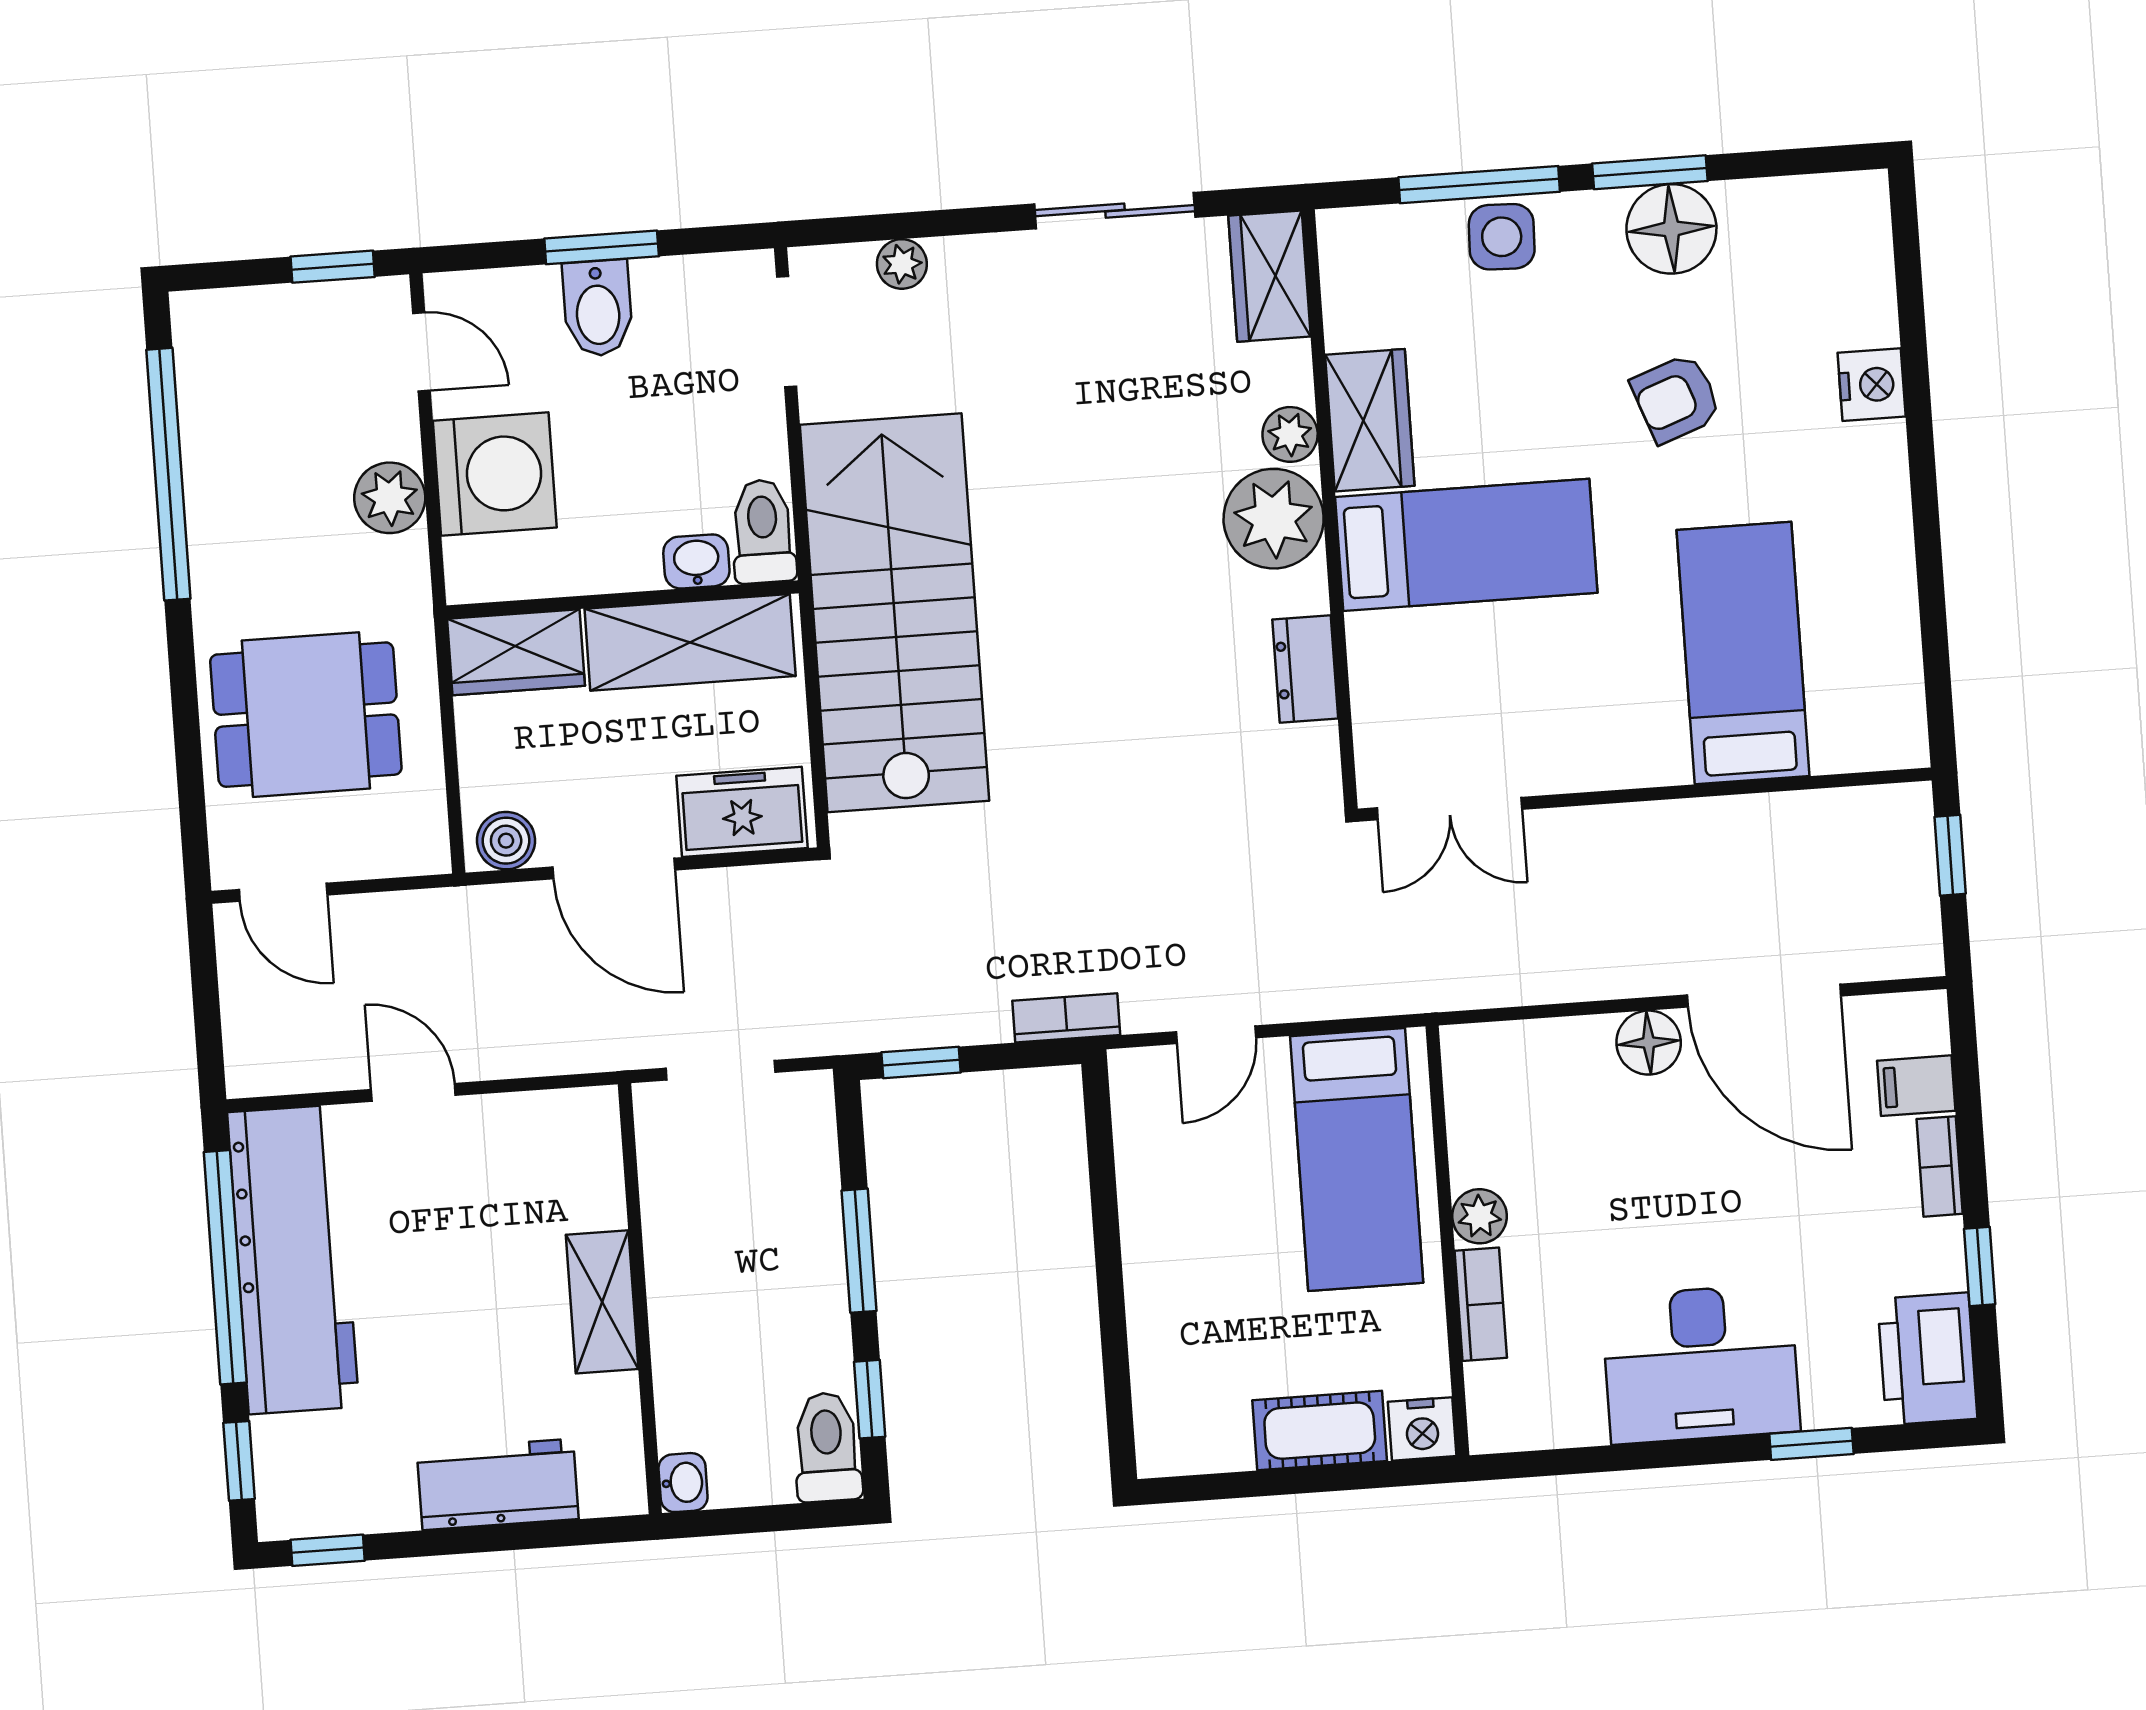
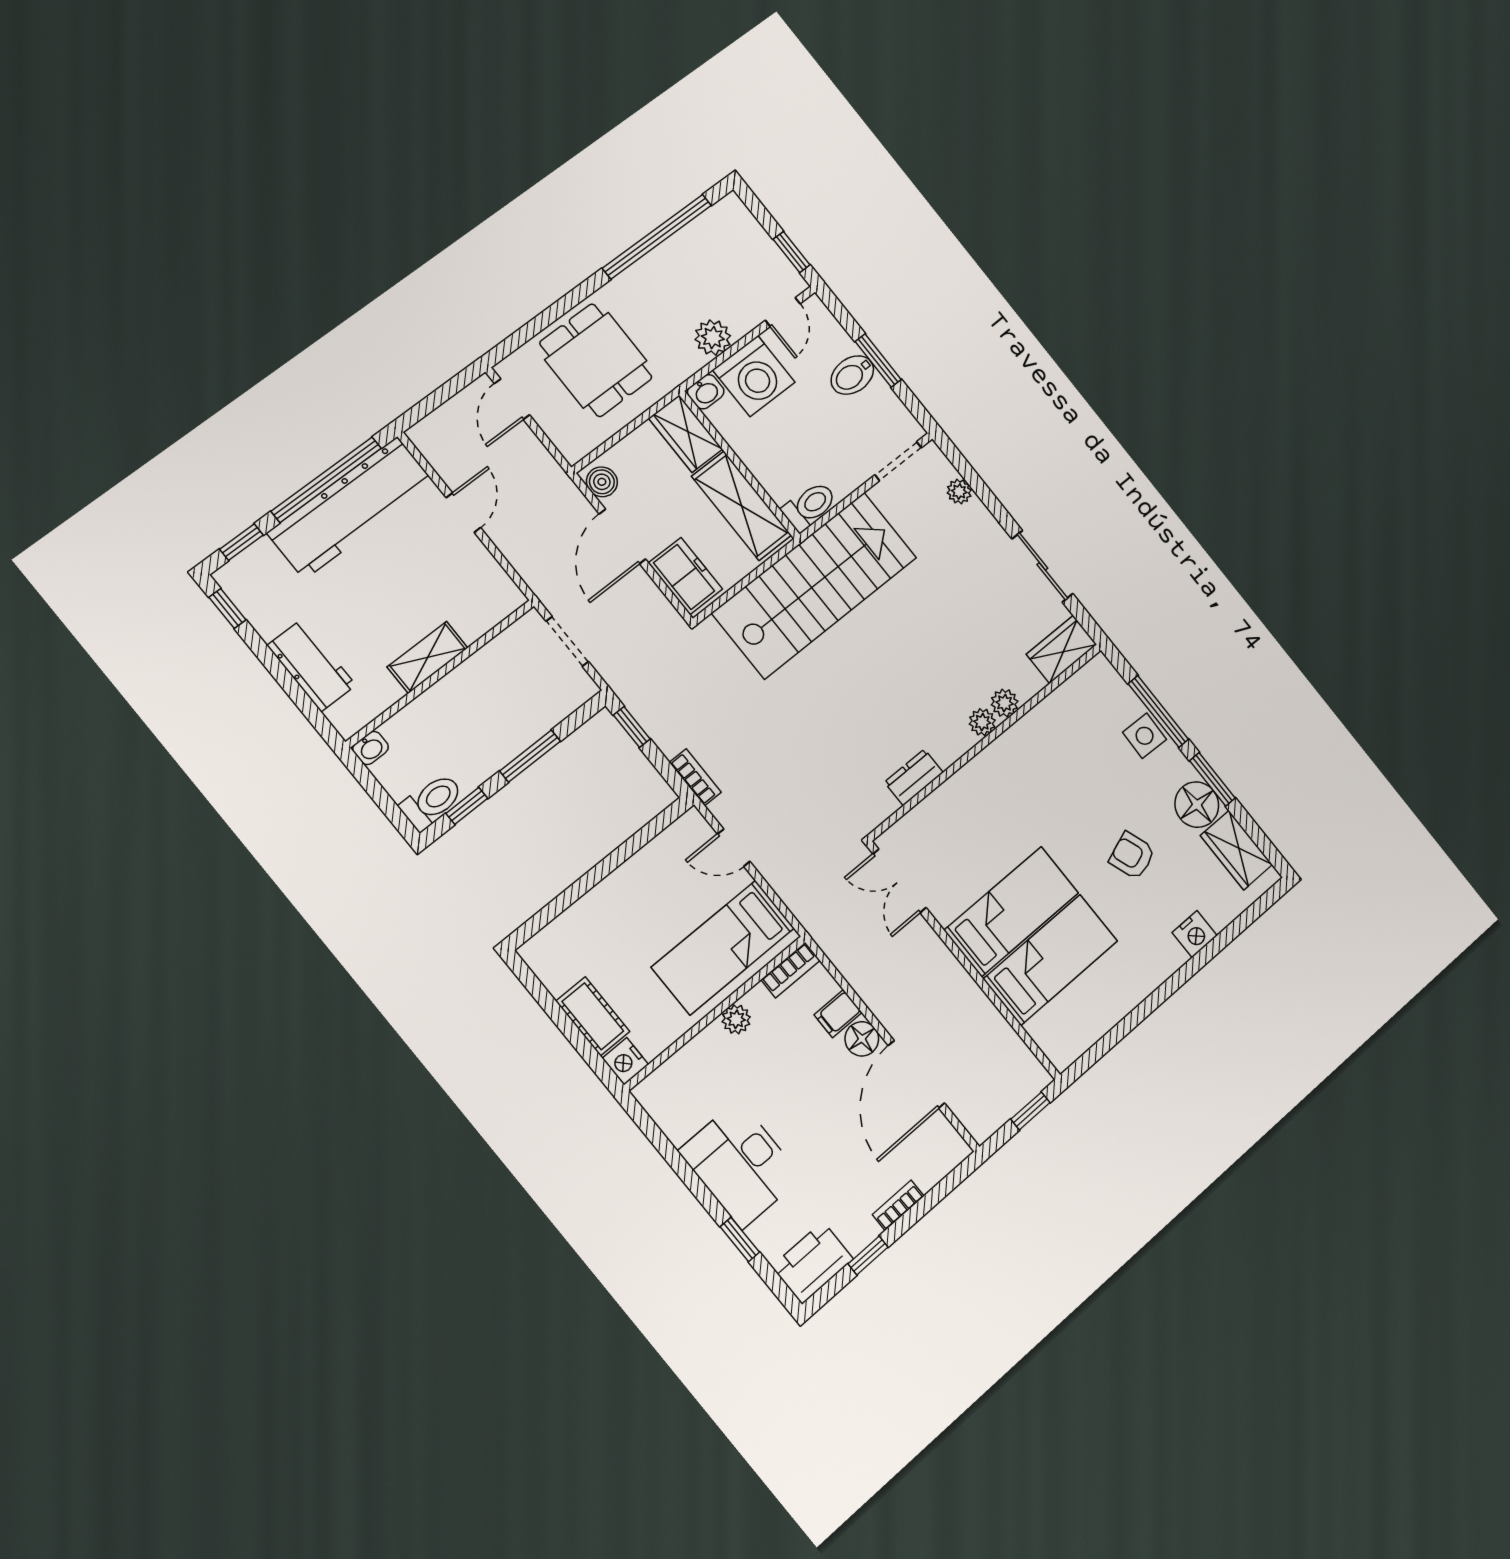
wardrobe: (1370, 420) -> (1236, 850), moved, turned 90
plant: (1274, 519) -> (982, 722), width x0.53, depth x0.53
bed: (1466, 545) -> (1011, 911), moved, turned -90
washbasin: (696, 561) -> (706, 392), moved, turned 90
filing cabinet: (1916, 1086) -> (838, 1014), moved, turned -90
bookcase: (1481, 1304) -> (790, 970), moved

